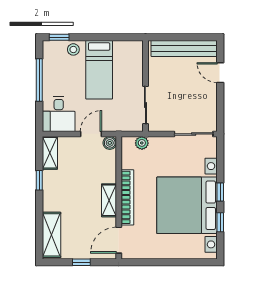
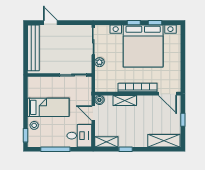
door: (220, 73) -> (50, 23), swing flipped
plant: (142, 143) -> (99, 62), moved
shelving: (109, 200) -> (125, 100), moved

